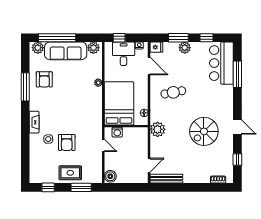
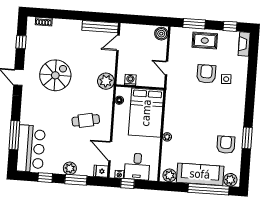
window: (119, 38) -> (128, 183), moved
window: (25, 87) -> (247, 138), width x0.69
fireplace: (34, 122) -> (244, 44), moved
washing machine: (117, 132) -> (130, 80), moved

